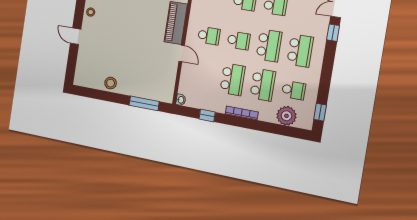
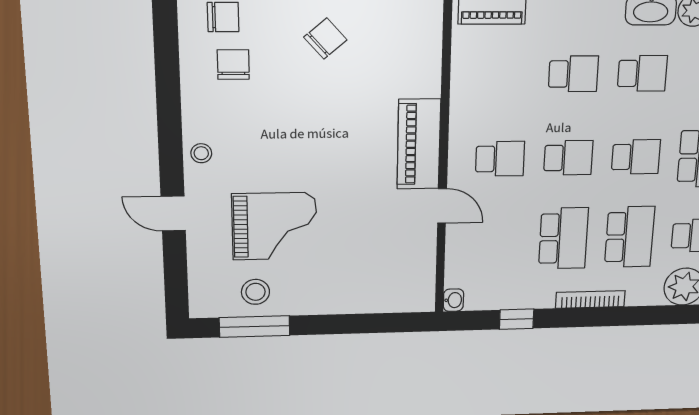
school desk: (269, 46) -> (636, 157), width x0.54
grand piano: (113, 49) -> (274, 226), added
stool: (111, 83) -> (255, 292), moved
window: (144, 103) -> (254, 326), moved

